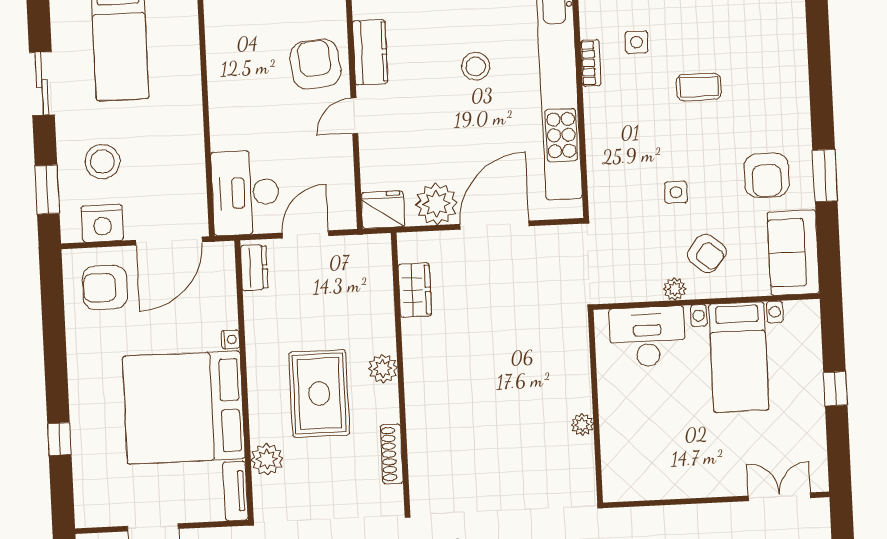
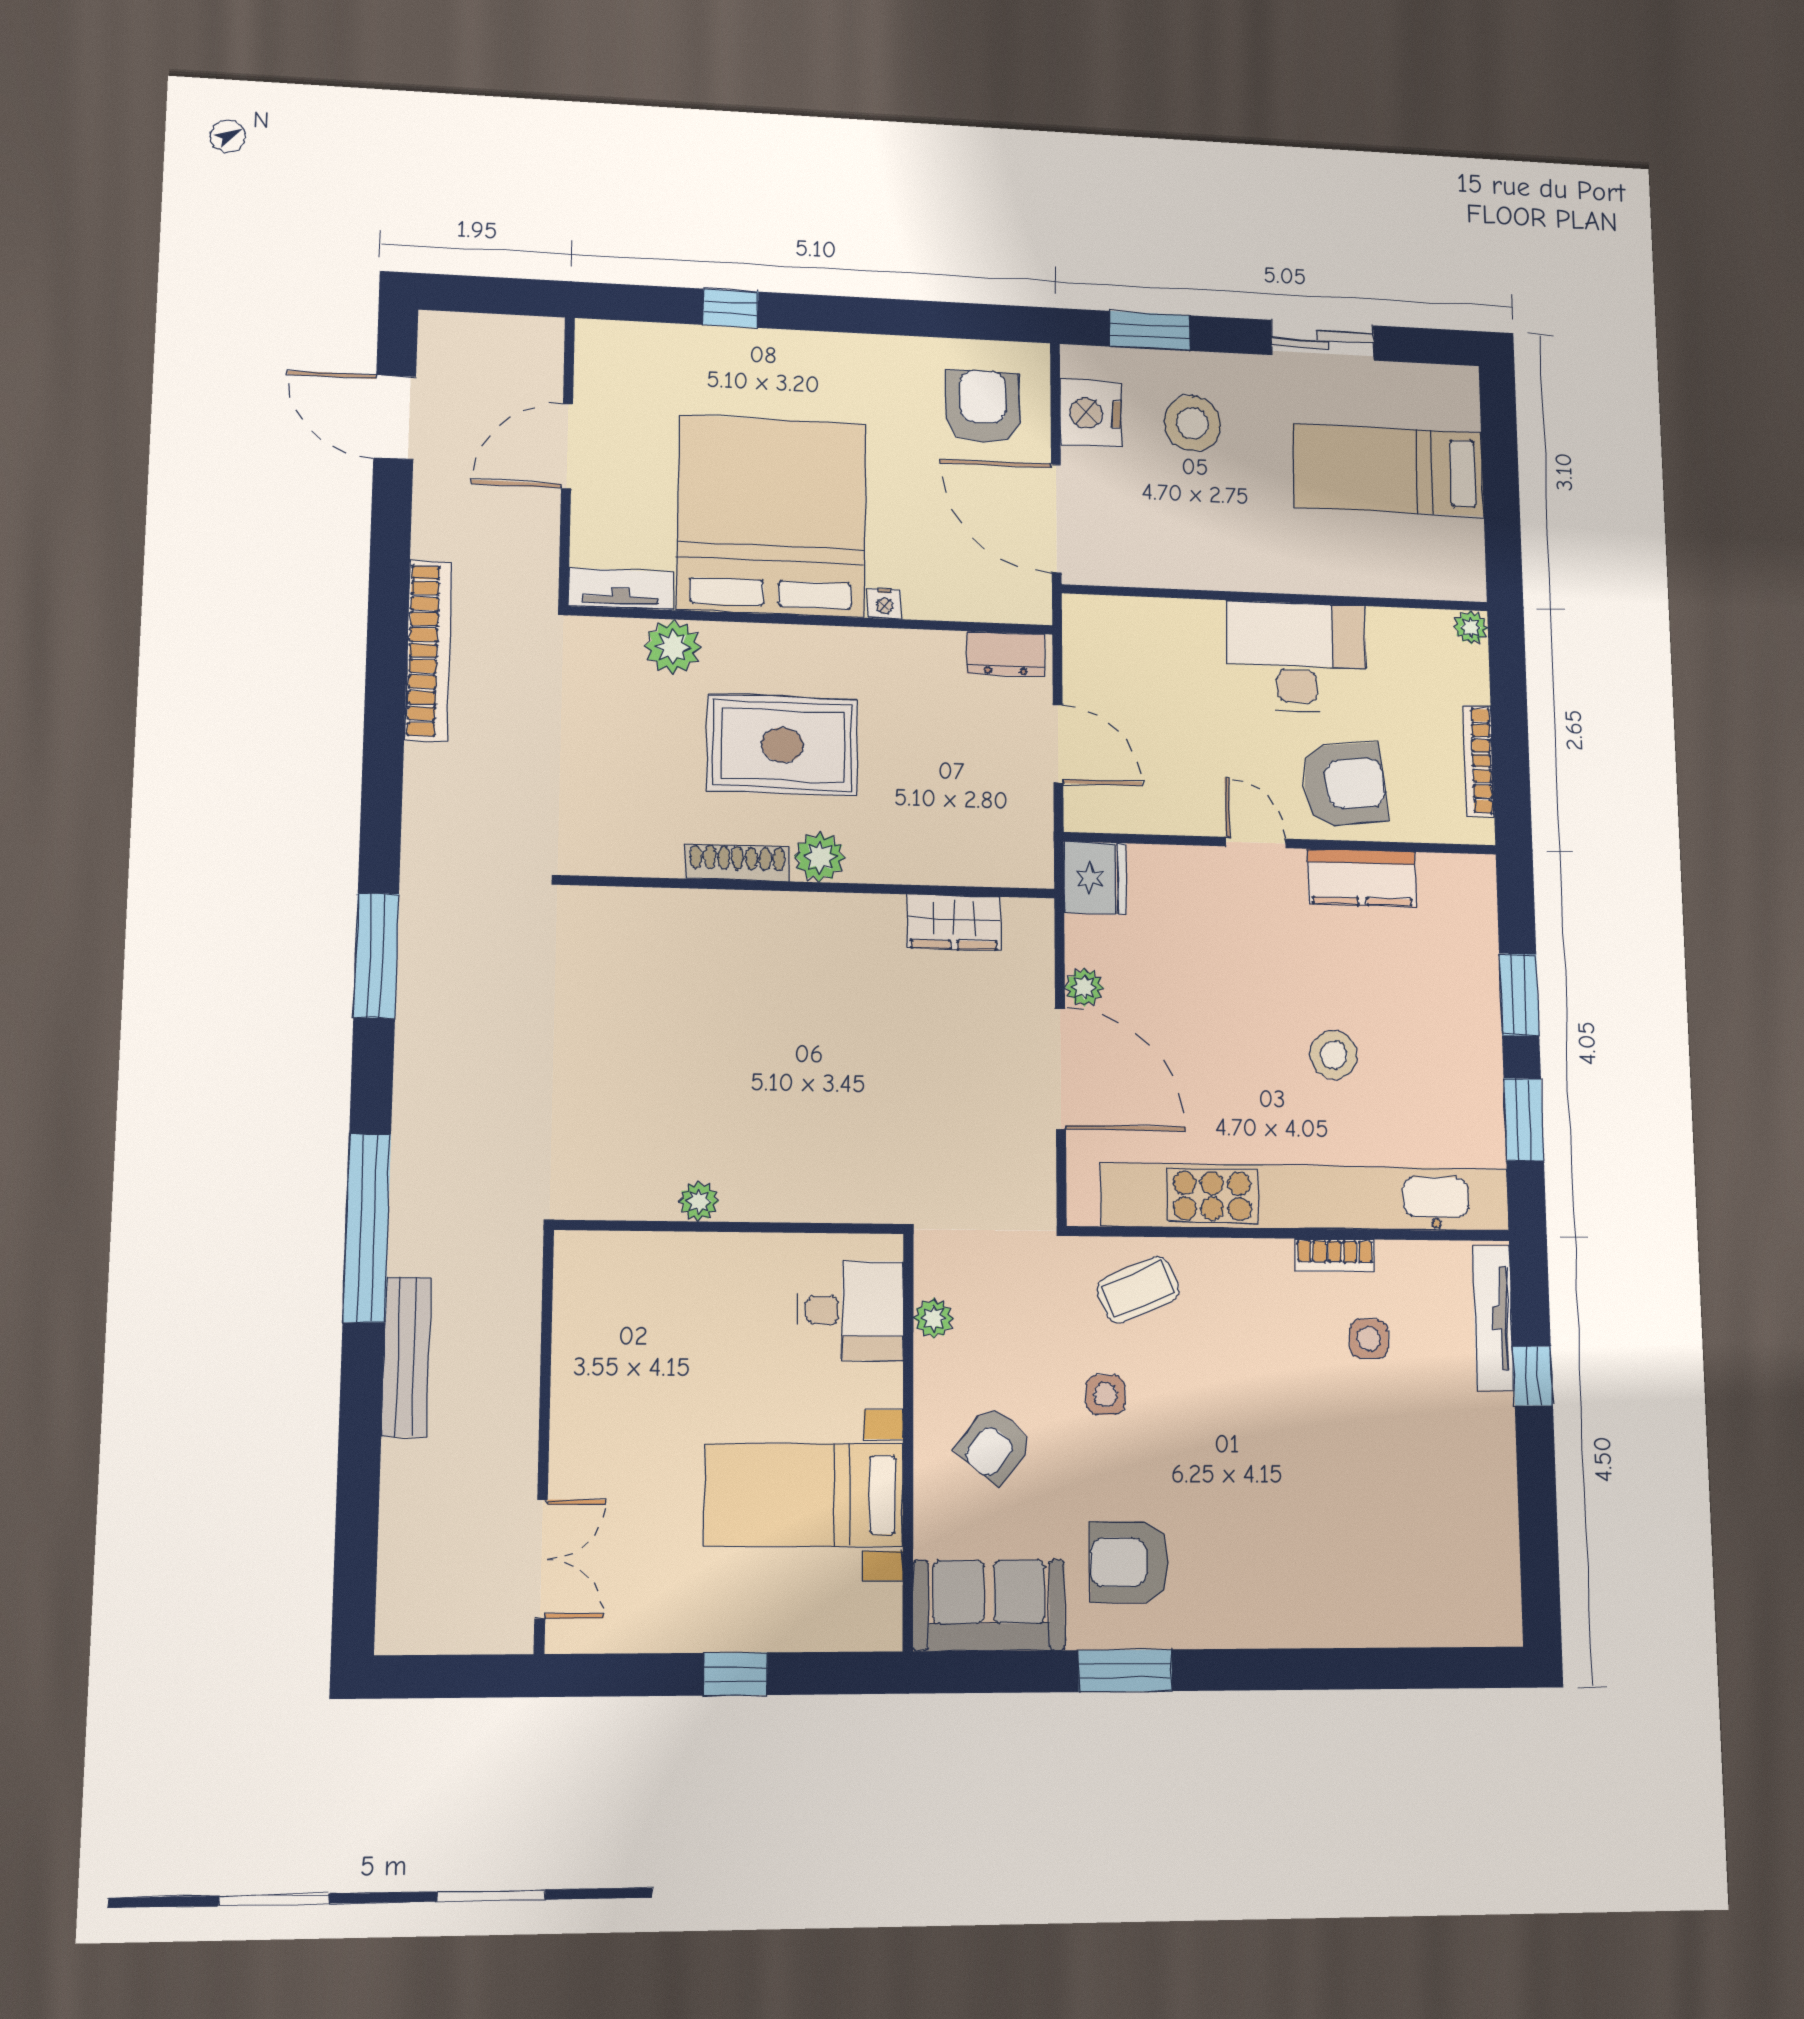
coffee table: (699, 87) -> (1138, 1290), moved, turned 67
desk: (245, 193) -> (1297, 657), moved
plant: (436, 204) -> (1084, 987), width x0.53, depth x0.53
plant: (675, 289) -> (934, 1318), moved
desk: (647, 337) -> (851, 1310), width x0.73
shoe rack: (392, 454) -> (737, 863), moved

